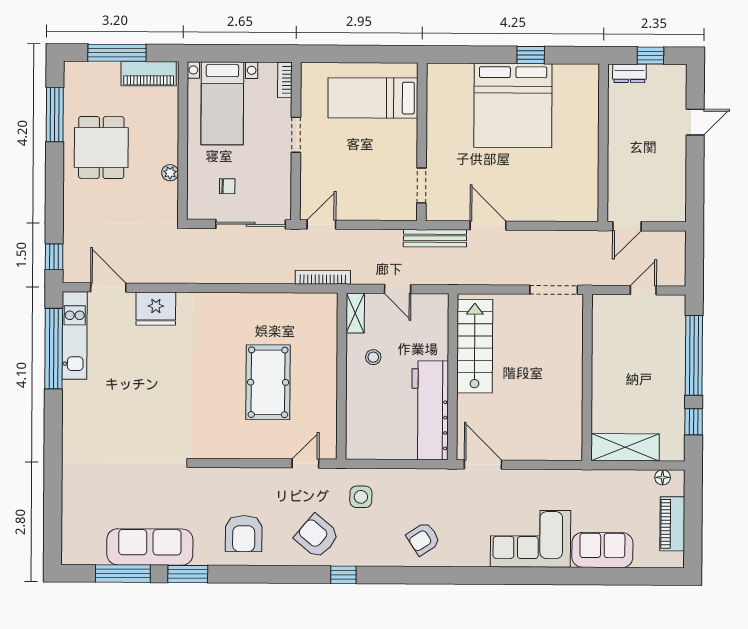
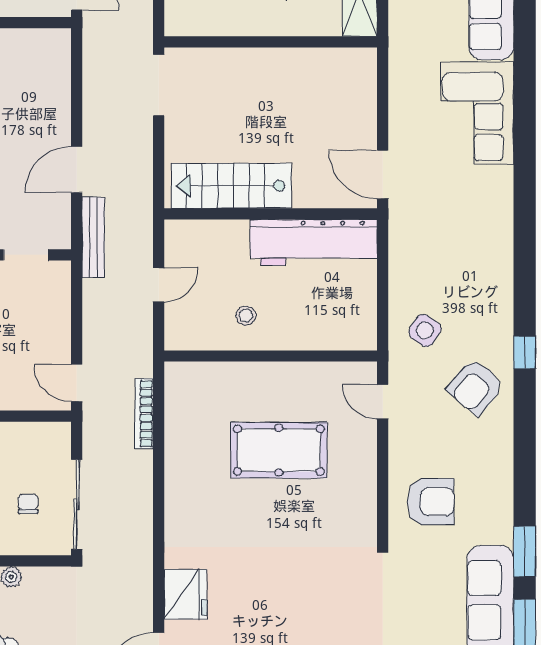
sliding door: (251, 224) -> (77, 504), moved
bookcase: (323, 277) -> (144, 414), moved
shelving: (355, 313) -> (190, 339), removed
door: (483, 464) -> (383, 175), hinge flipped
side table: (361, 497) -> (425, 331), turned 34
armchair: (244, 534) -> (431, 502), moved
armchair: (423, 539) -> (478, 250), removed

